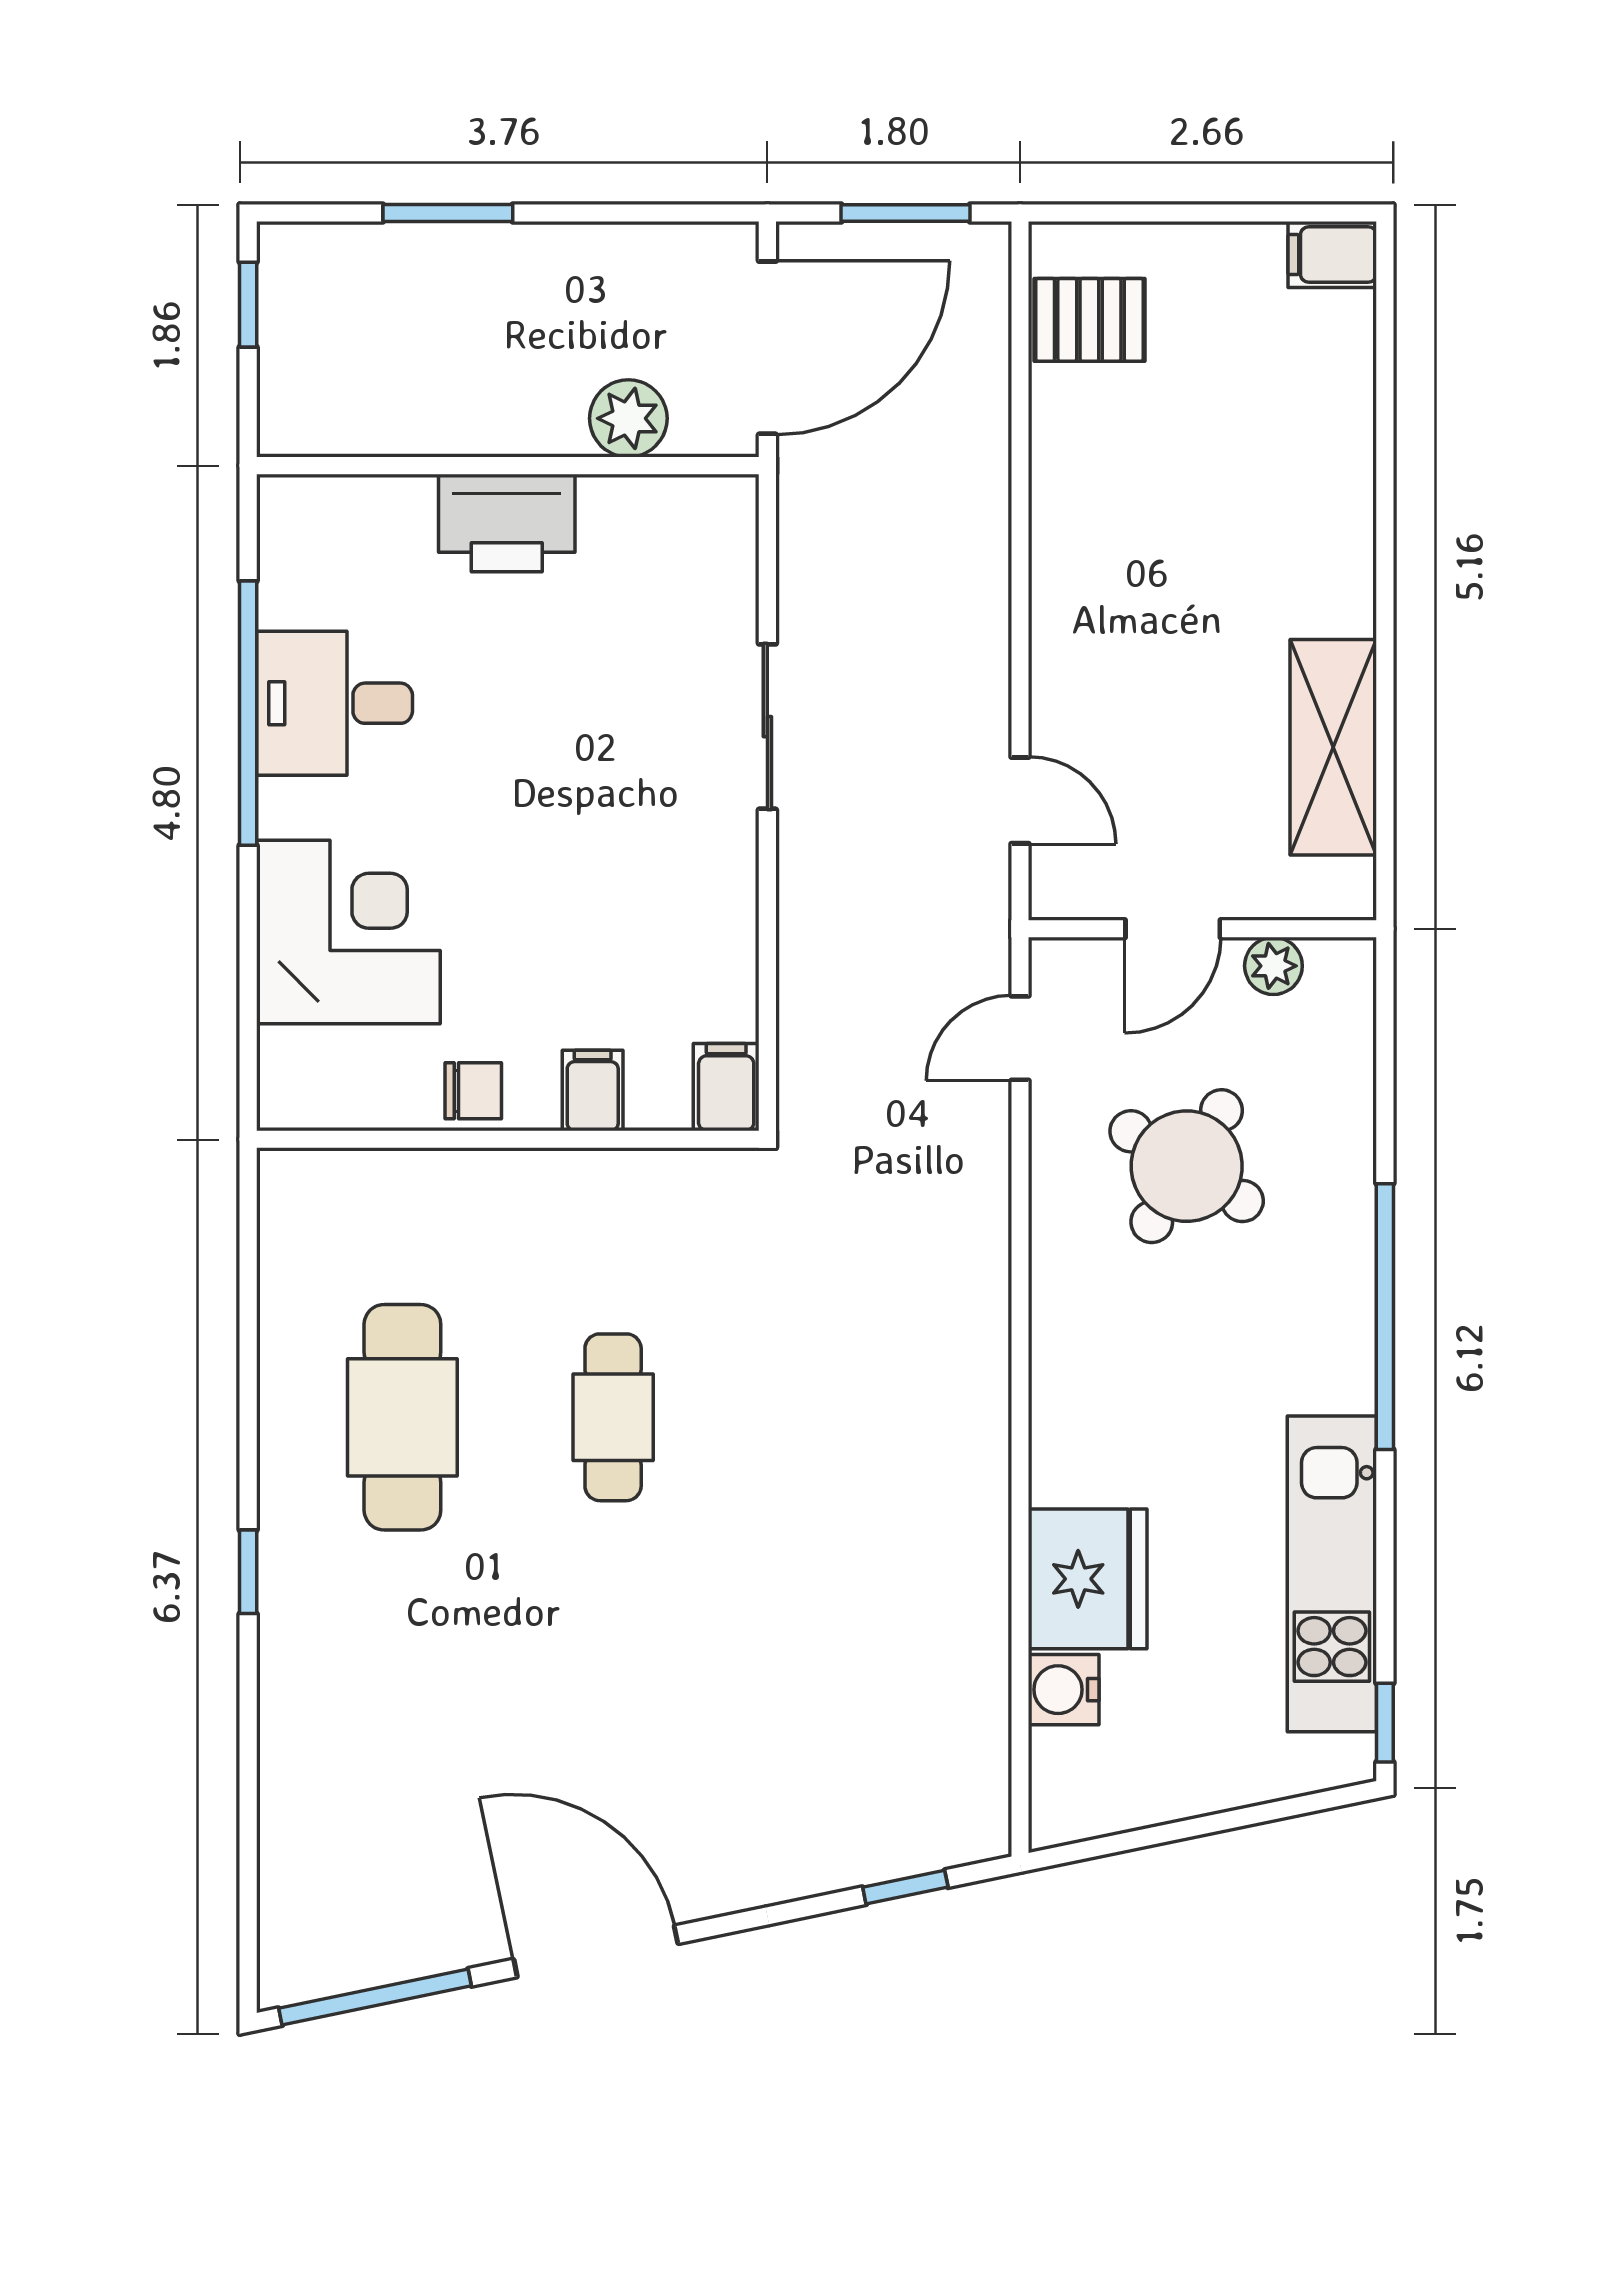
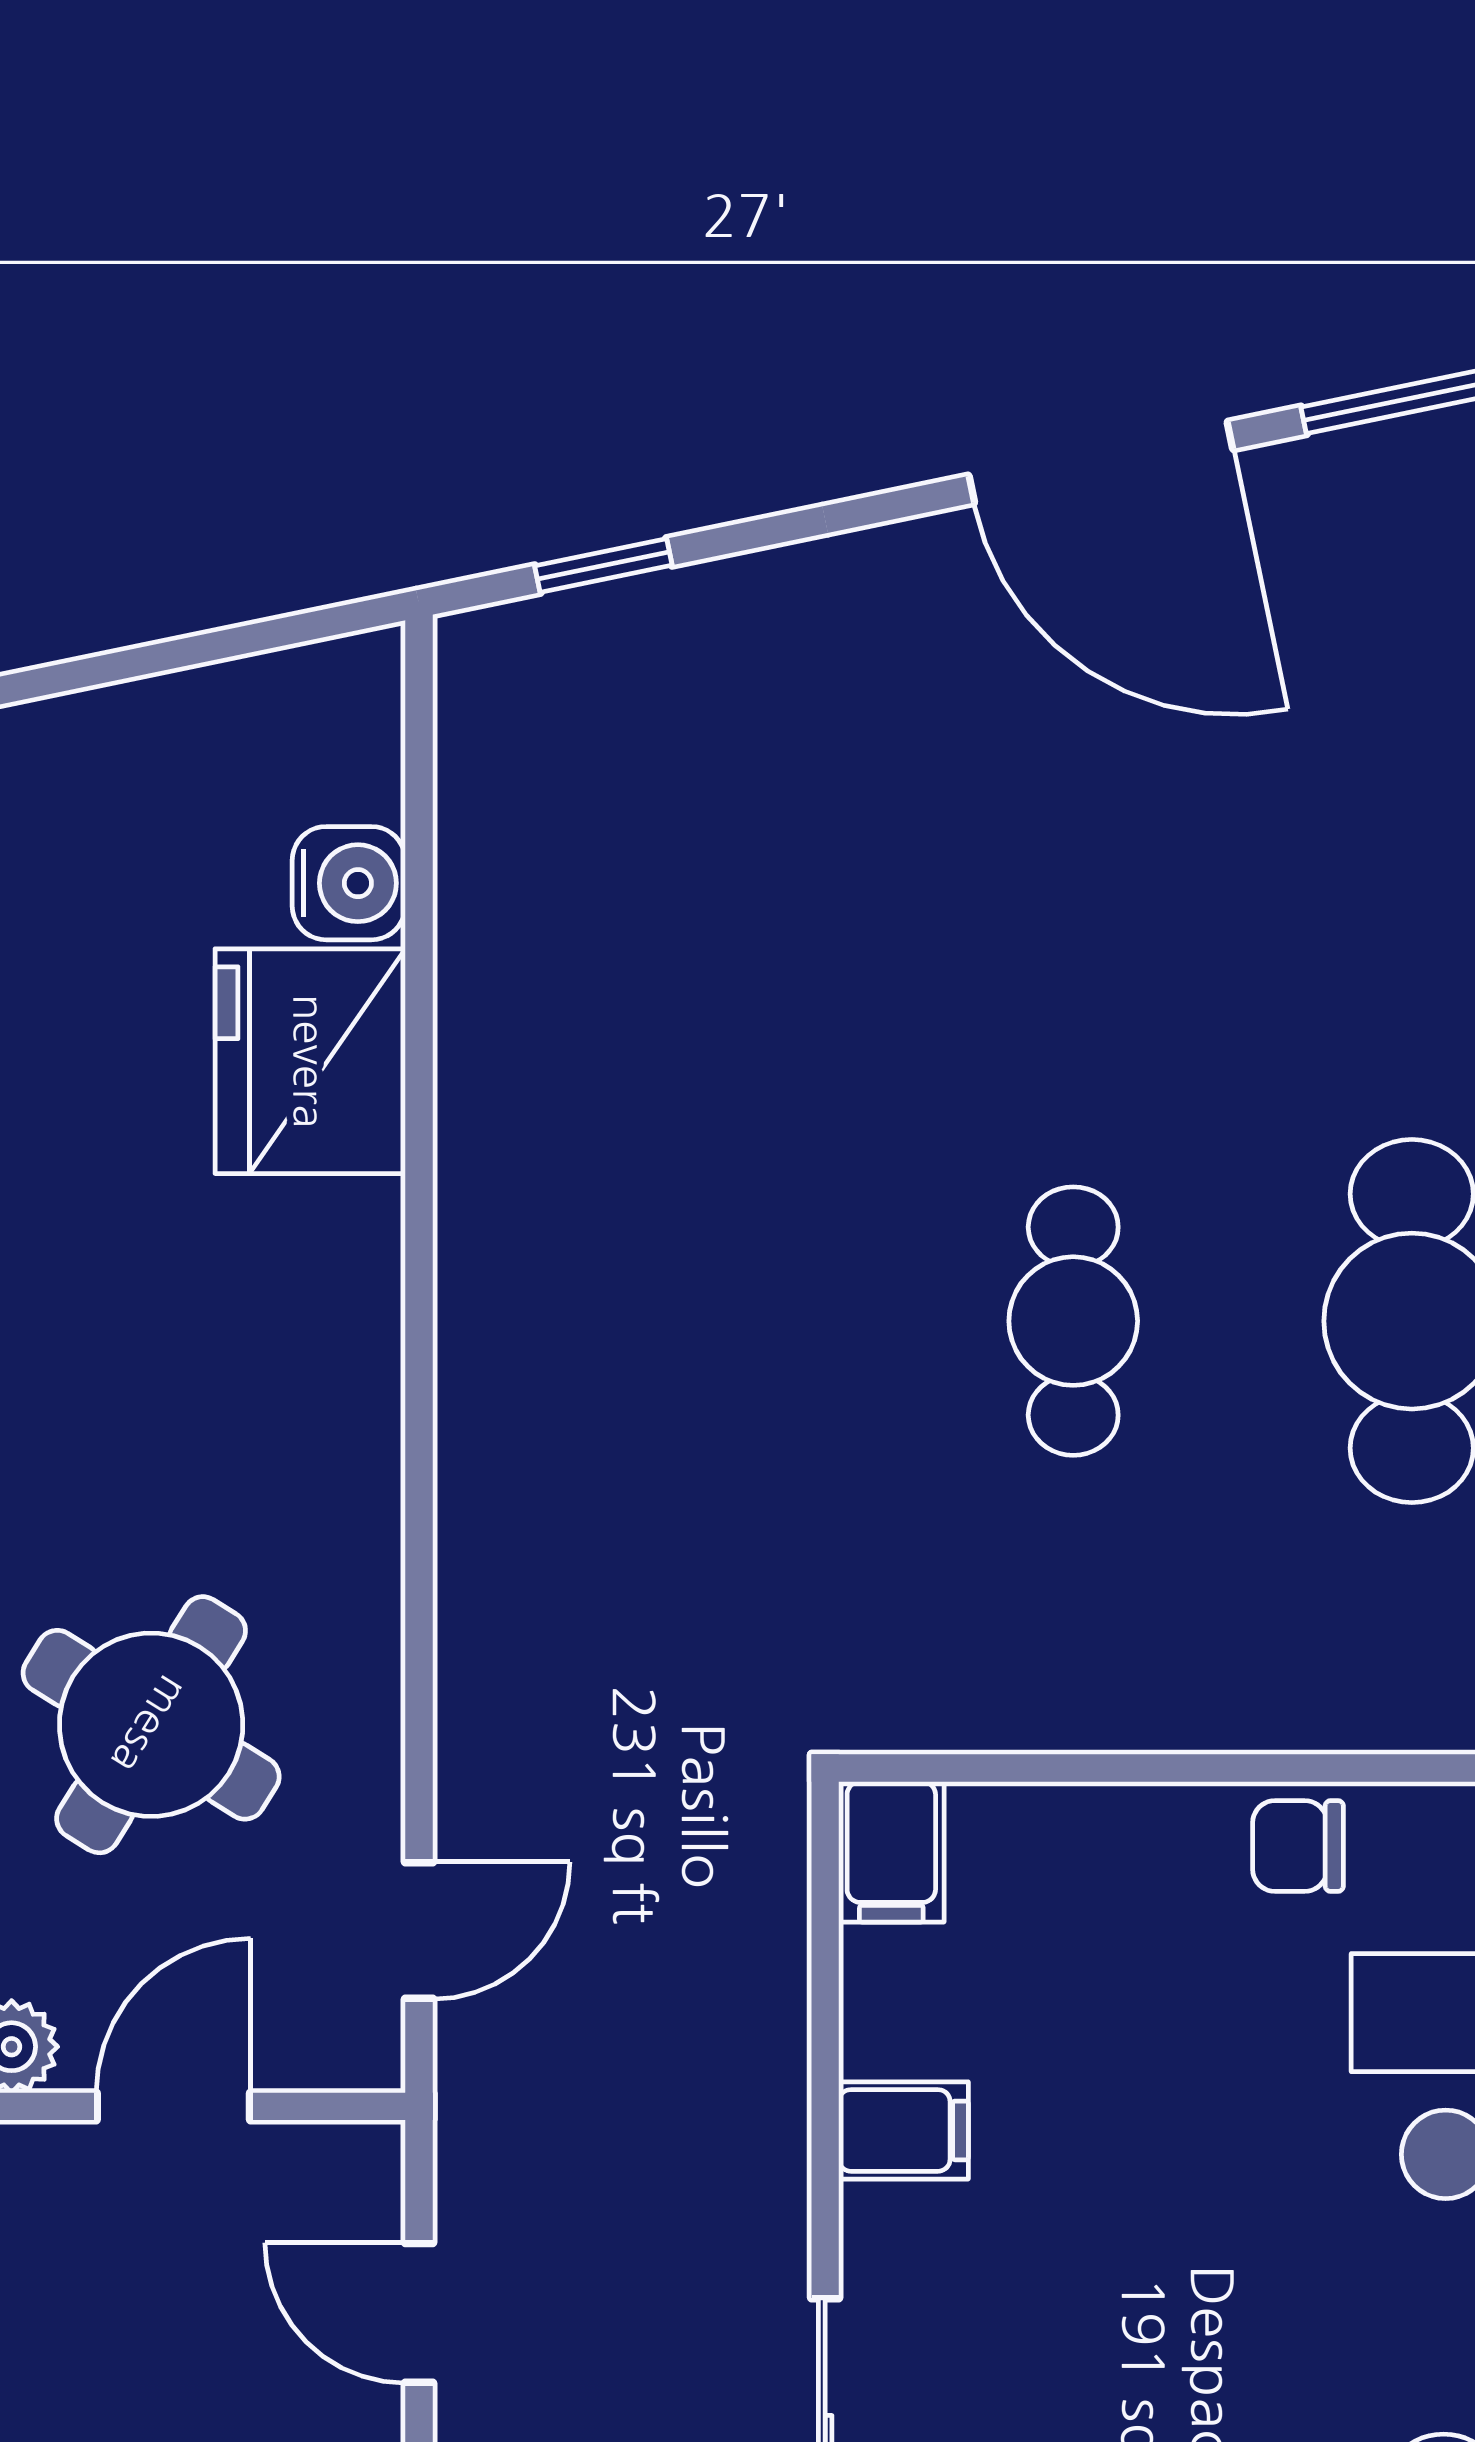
filing cabinet: (593, 1091) -> (903, 2130), moved, turned -90

